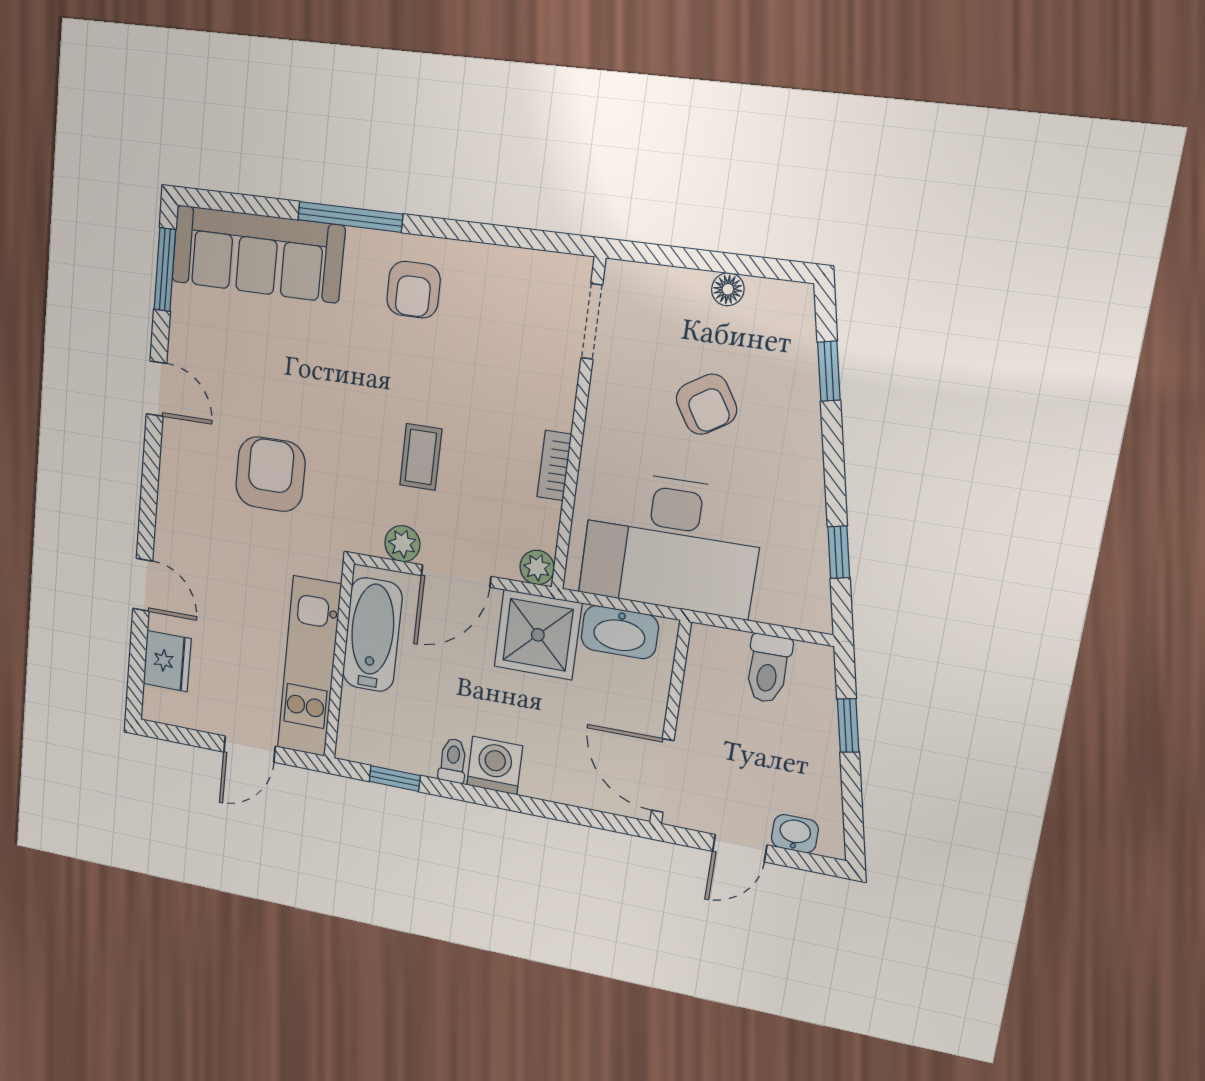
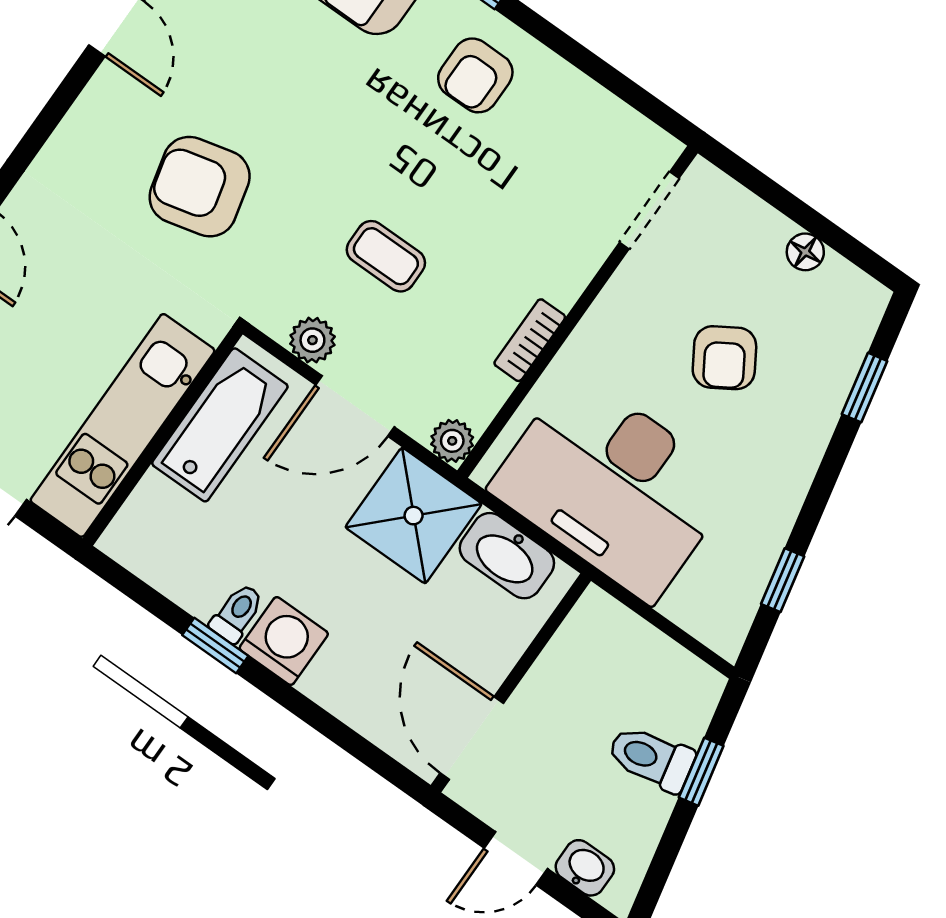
coffee table: (421, 457) -> (386, 256), turned 90
armchair: (270, 474) -> (200, 187), turned -104
toilet: (768, 669) -> (651, 758), moved, turned 78
window: (395, 778) -> (215, 646), moved

